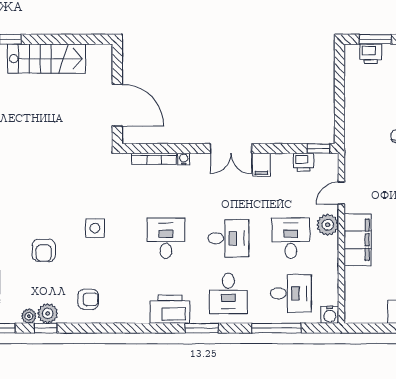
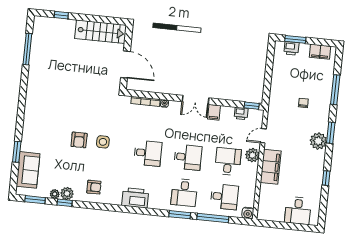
stairs: (46, 59) -> (101, 32), moved
desk: (166, 238) -> (148, 153), turned 90
armchair: (44, 250) -> (79, 140), moved
printer: (170, 309) -> (135, 198), moved
window: (202, 328) -> (180, 215), moved

